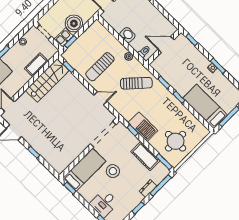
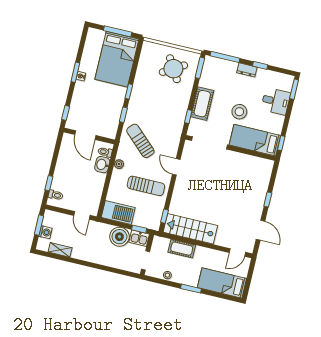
washbasin: (127, 35) -> (102, 165), moved
bed: (205, 107) -> (117, 59), width x1.50
barbecue: (143, 127) -> (118, 213), moved, turned 90
round table: (176, 141) -> (173, 69), turned -31
cot: (145, 156) -> (202, 104), moved
dresser: (148, 189) -> (247, 70), moved

